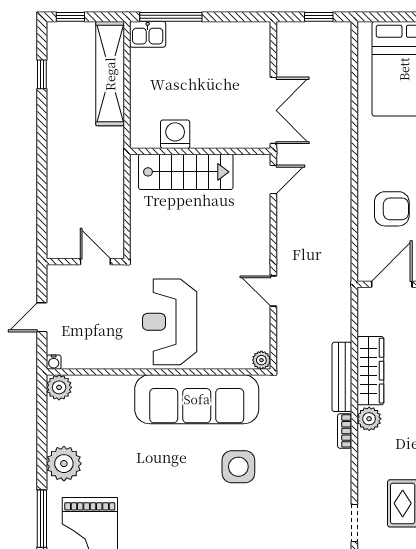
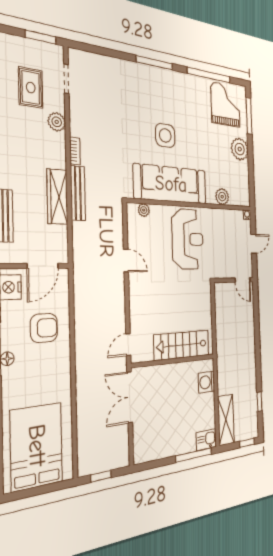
shelving: (110, 74) -> (226, 420), width x0.68
washing machine: (175, 134) -> (206, 382), moved, turned 90
armchair: (392, 209) -> (44, 328), turned 180
door: (95, 262) -> (243, 280), moved
plant: (261, 360) -> (144, 210), moved
plant: (59, 387) -> (222, 197), moved
plant: (369, 419) -> (57, 122), moved
side table: (238, 467) -> (165, 135), moved

